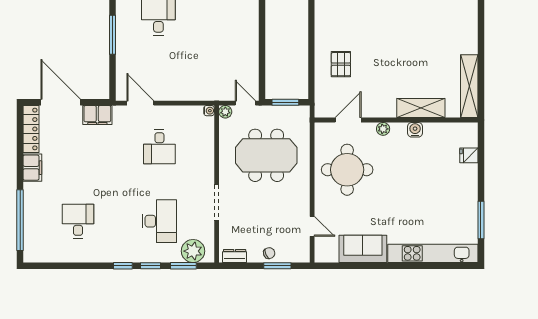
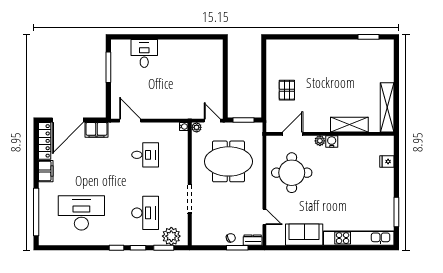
door: (61, 102) -> (68, 120), swing flipped
water cooler: (415, 130) -> (332, 141), moved
desk: (159, 147) -> (145, 155), turned -90
desk: (78, 221) -> (81, 213), width x1.87, depth x1.30
dresser: (235, 256) -> (253, 240), moved

